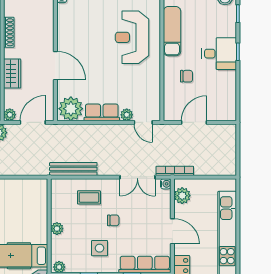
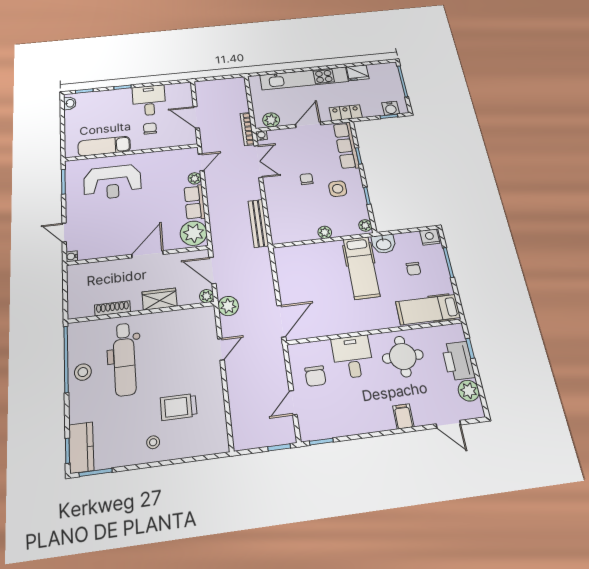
desk: (219, 54) -> (149, 100), moved
coffee table: (89, 197) -> (286, 205), removed

